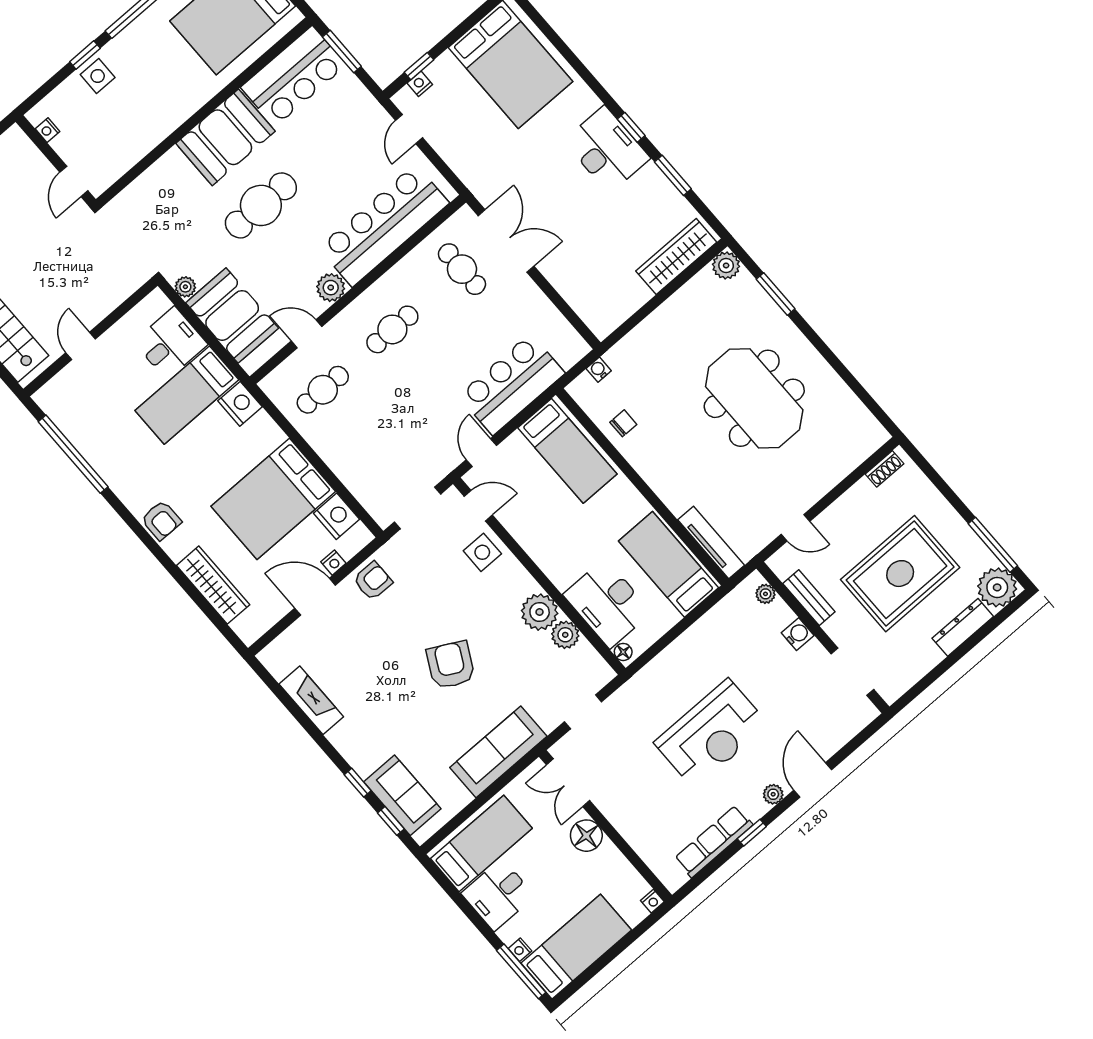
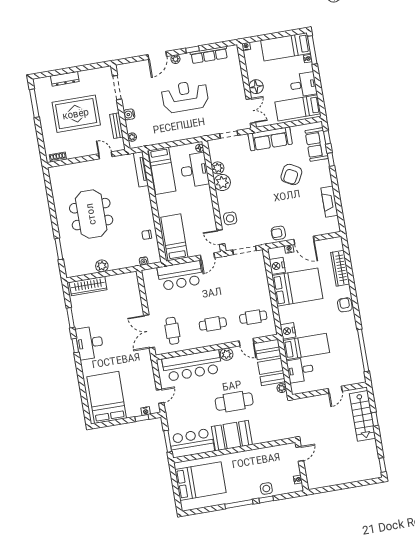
plant: (726, 265) -> (102, 266), moved
plant: (997, 587) -> (42, 86), removed
armchair: (451, 665) -> (291, 175), moved

